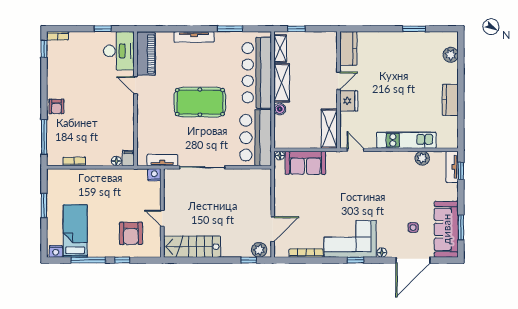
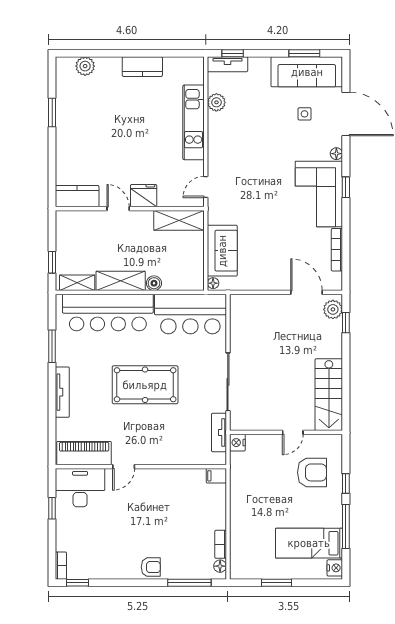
pool table: (200, 102) -> (145, 385), turned 90
floor lamp: (116, 161) -> (220, 566), moved

